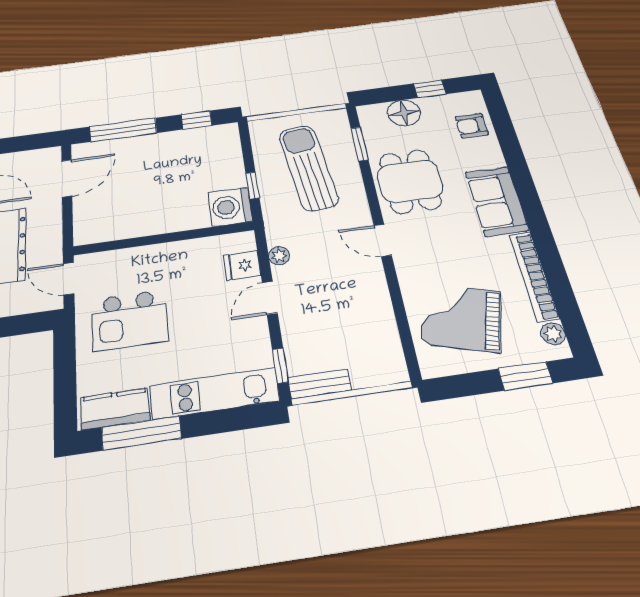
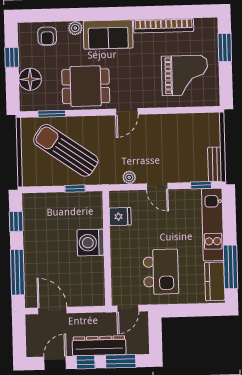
sun lounger: (308, 167) -> (66, 150), turned 42
washing machine: (230, 207) -> (90, 243), moved, turned 90
fridge: (242, 265) -> (120, 217), moved, turned -90
grand piano: (461, 318) -> (185, 75), turned -106
plant: (553, 334) -> (75, 28), moved

